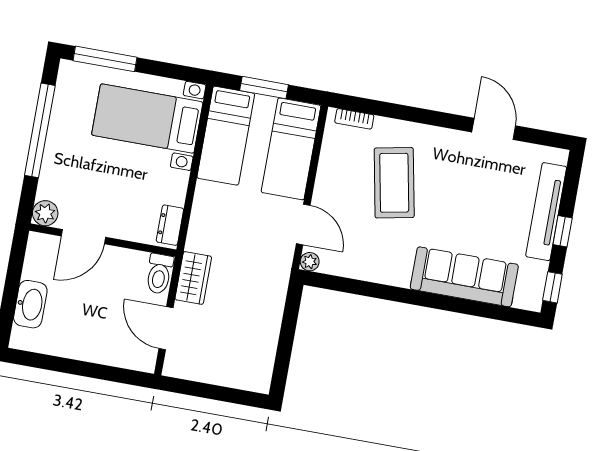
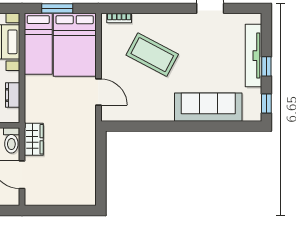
bed: (291, 149) -> (75, 45), width x1.50
coffee table: (394, 183) -> (152, 55), turned -51
dresser: (170, 225) -> (13, 95), moved
plant: (310, 262) -> (107, 115), removed

